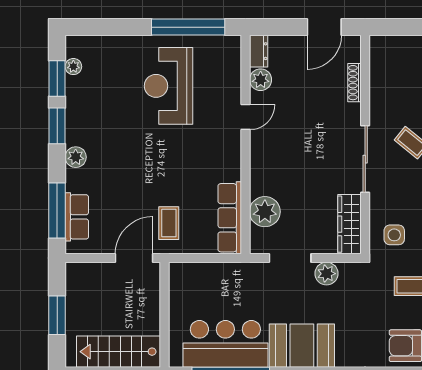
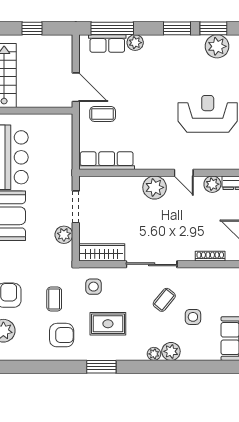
plant: (73, 67) -> (217, 46), width x1.87, depth x1.87
plant: (76, 157) -> (135, 43), moved
plant: (265, 212) -> (155, 187), moved
window: (57, 315) -> (32, 28), width x0.67

